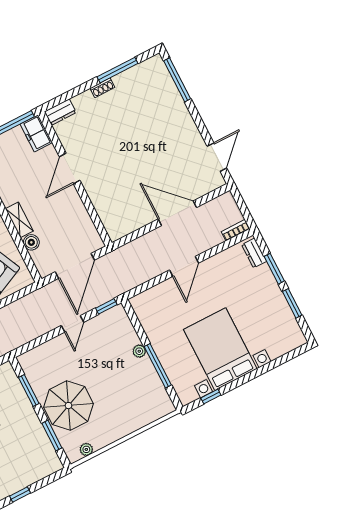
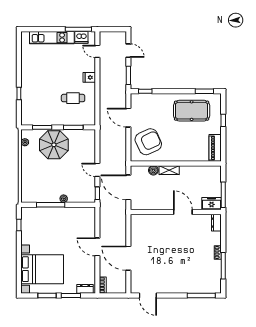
door: (177, 213) -> (128, 258), swing flipped
bed with nightstands: (220, 349) -> (42, 269), moved

